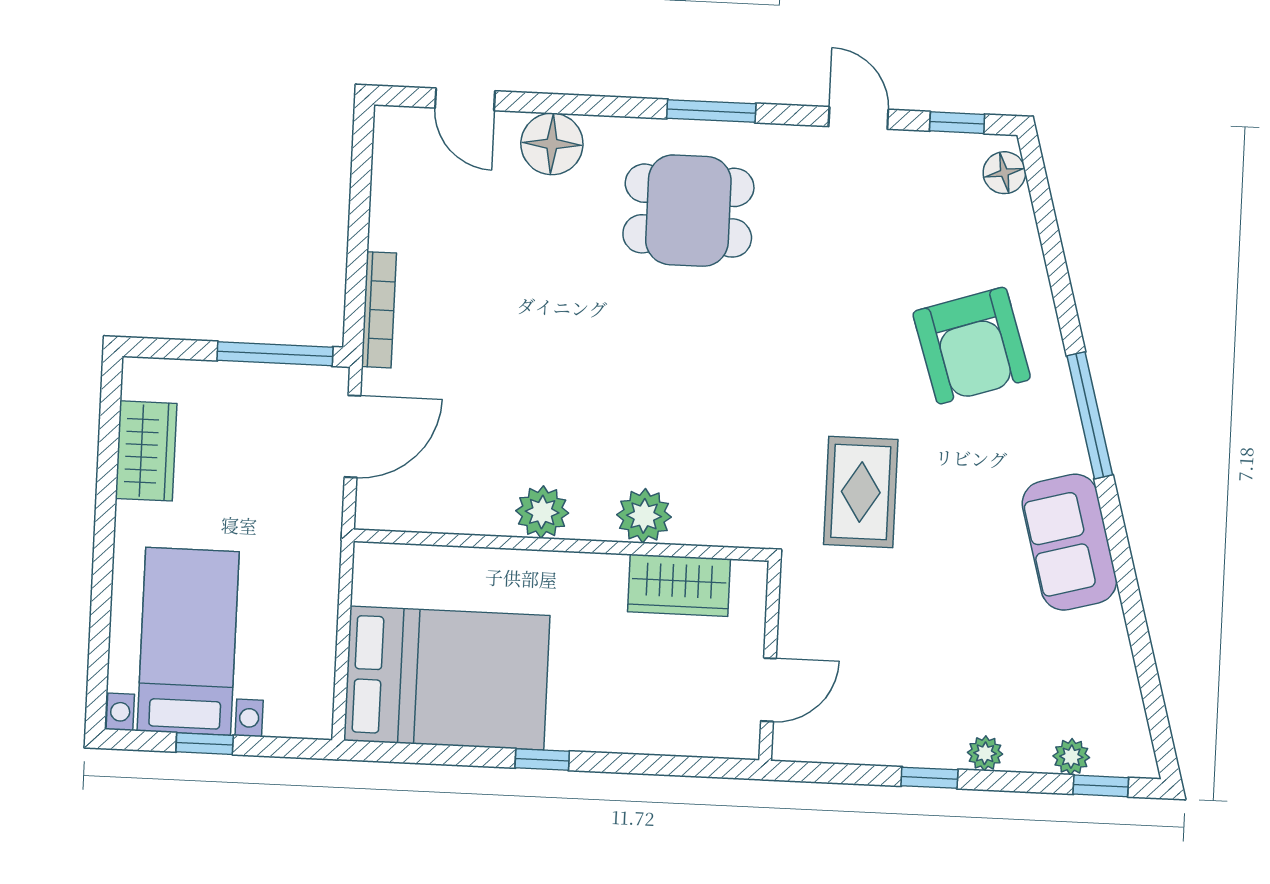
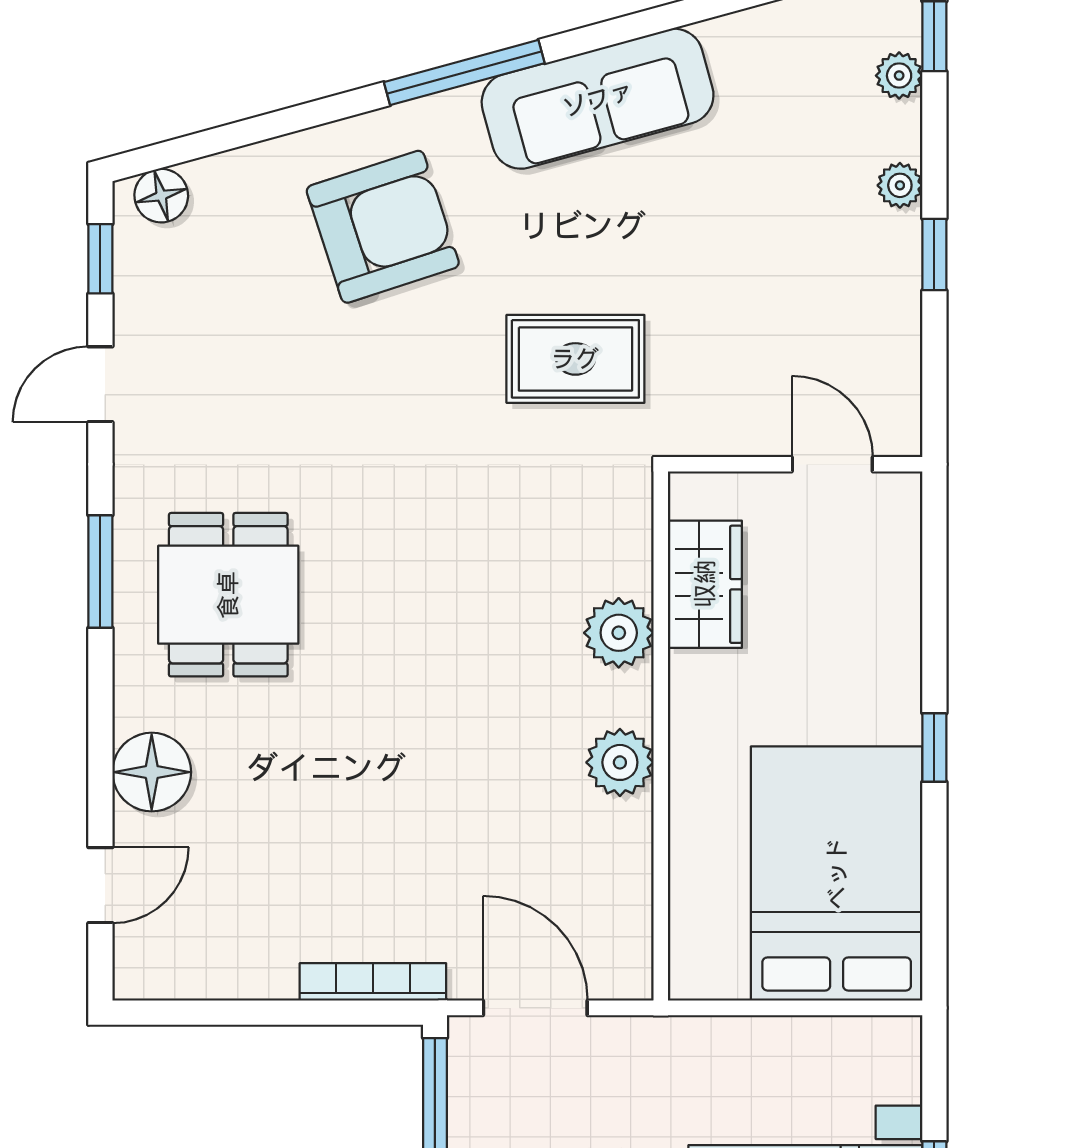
sofa: (1069, 542) -> (598, 99), width x1.36

